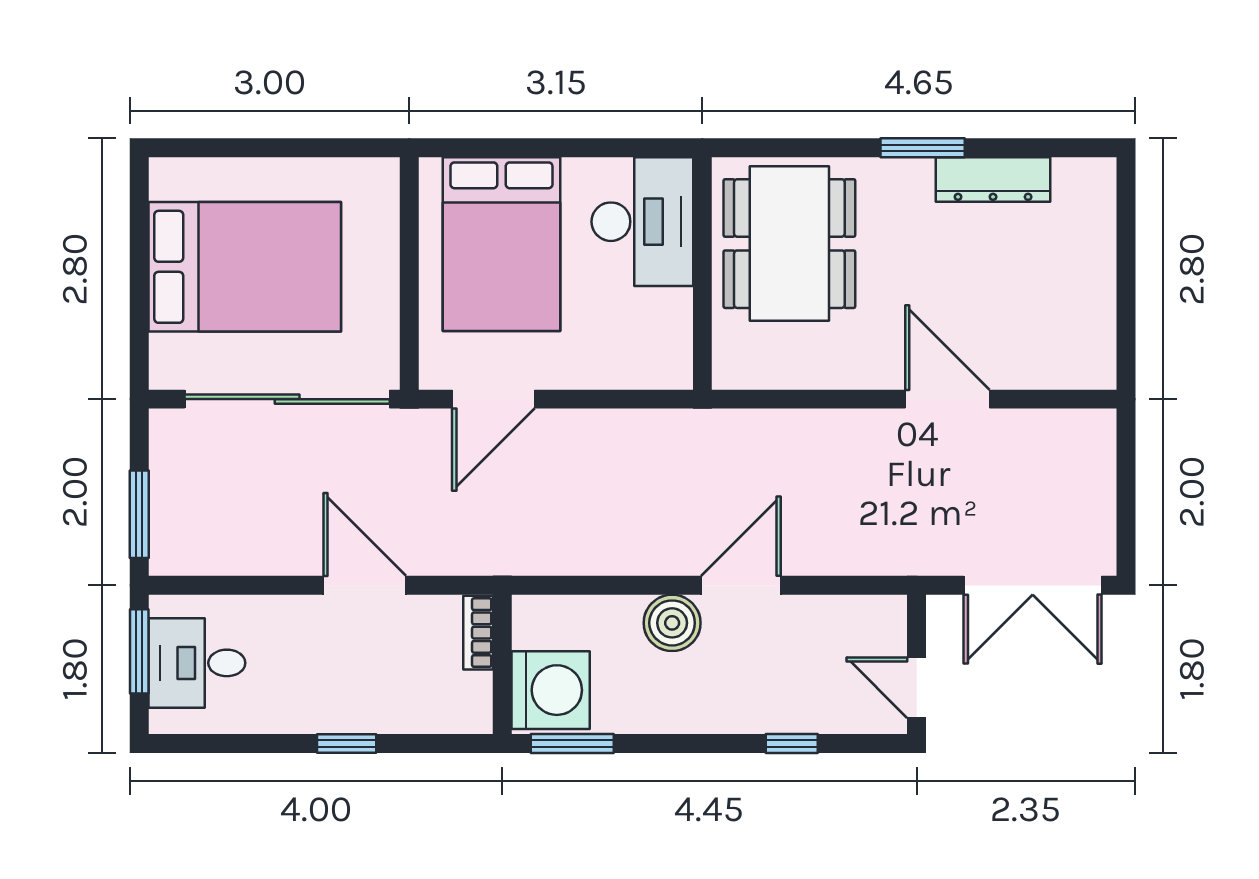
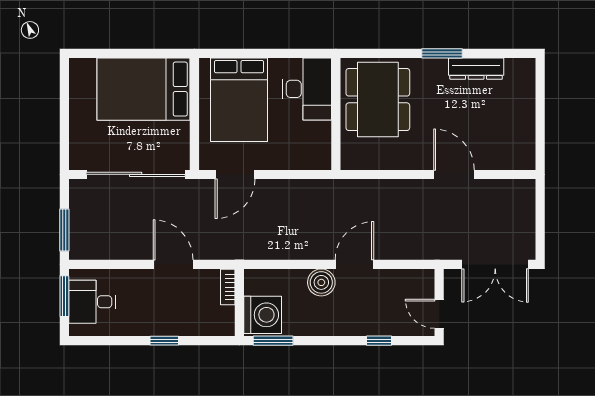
bed: (245, 267) -> (144, 89), moved, turned 180

